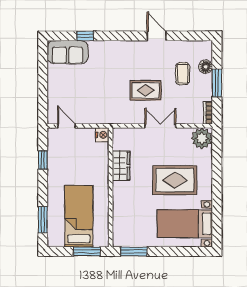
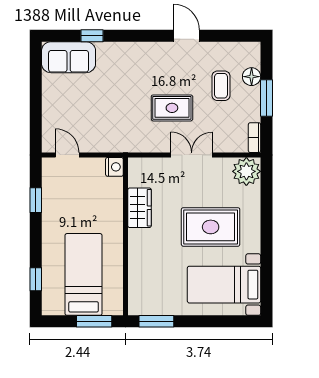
window: (43, 220) -> (36, 279), width x0.67

